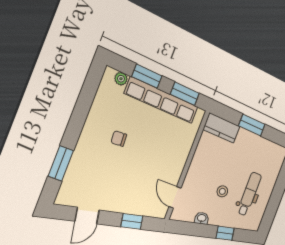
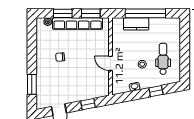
window: (252, 125) -> (145, 13), width x2.11
kitchen counter: (222, 128) -> (136, 24), moved
door: (175, 197) -> (110, 63), moved

